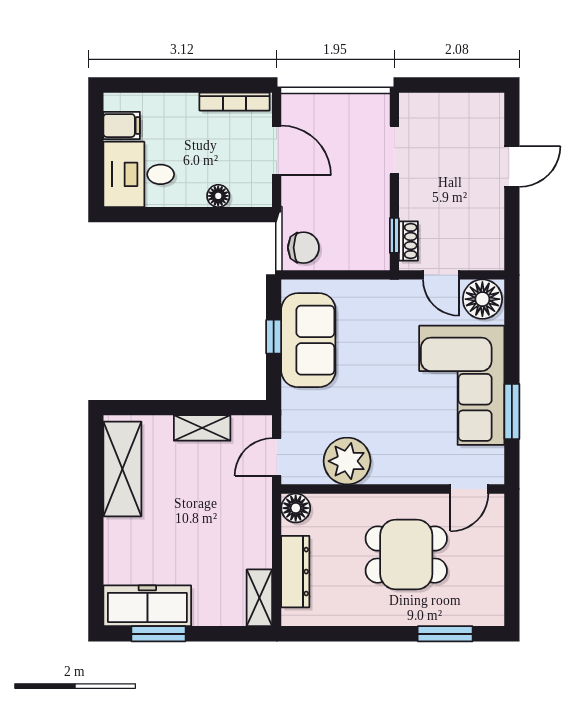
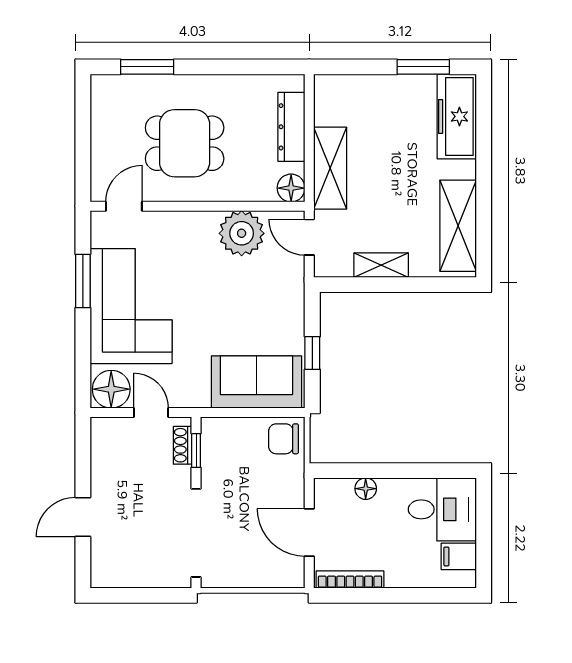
doorway: (394, 150) -> (196, 533), width x1.87
sofa: (308, 340) -> (256, 382), moved, turned 90
door: (277, 457) -> (309, 237), swing flipped
shelving: (259, 598) -> (330, 168), moved, width x1.50, depth x1.33
freezer: (147, 606) -> (457, 116), moved, turned 90

